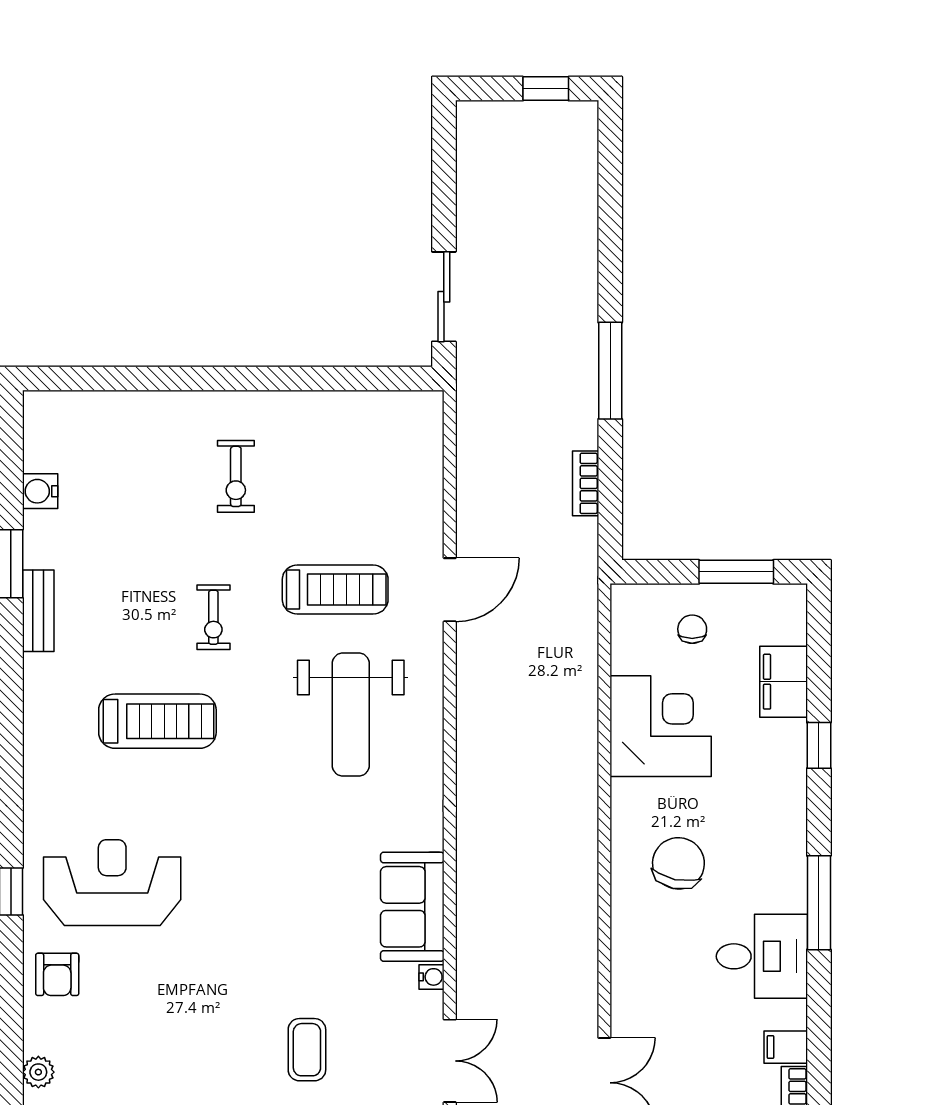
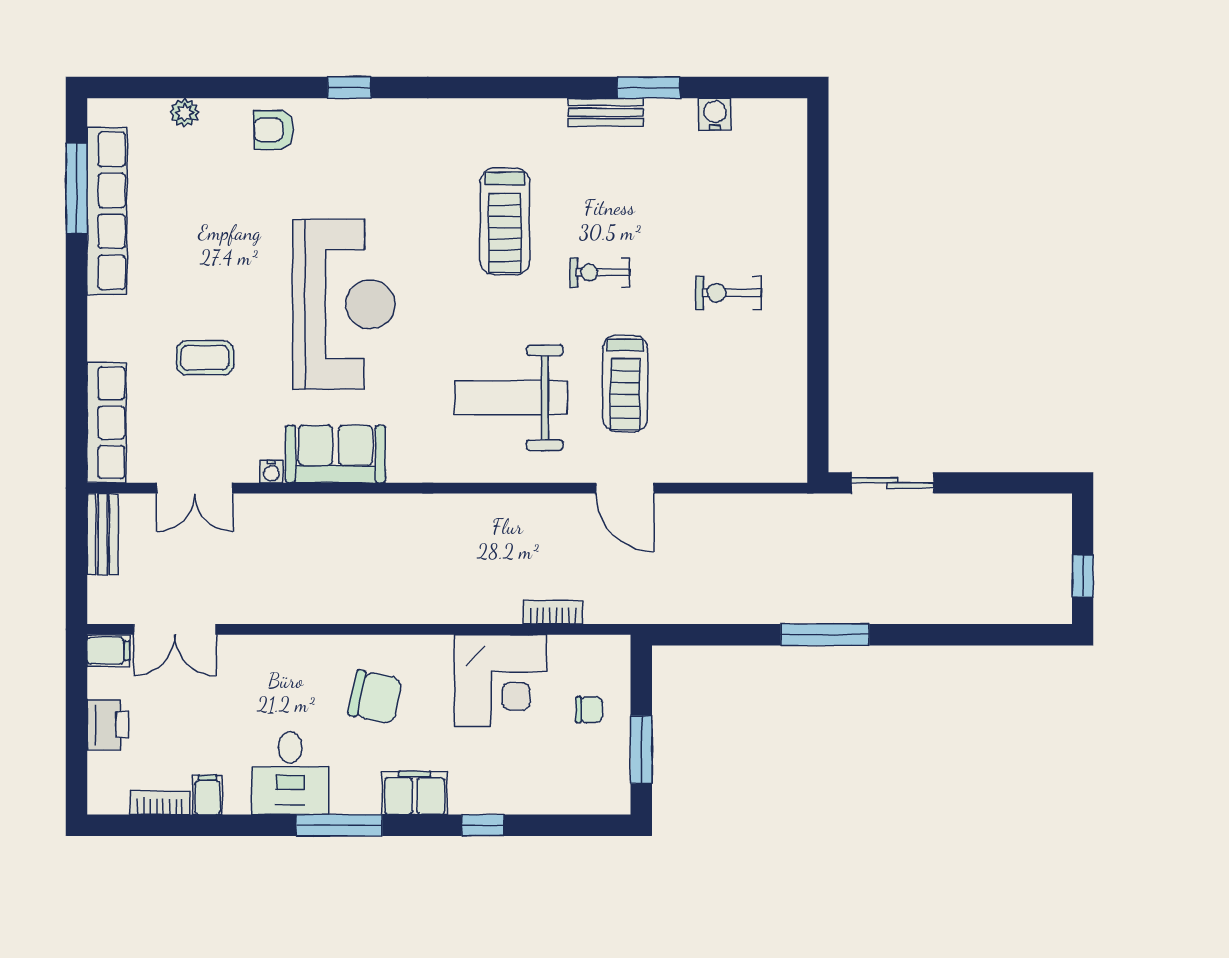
bookcase: (586, 483) -> (553, 612), moved
filing cabinet: (784, 682) -> (415, 793), moved
reception desk: (112, 883) -> (344, 304), moved, width x1.36, depth x1.30

